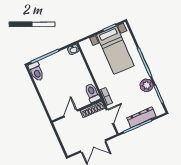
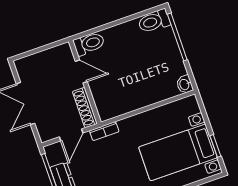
toilet: (92, 93) -> (89, 44), moved
door: (110, 116) -> (71, 135), hinge flipped

